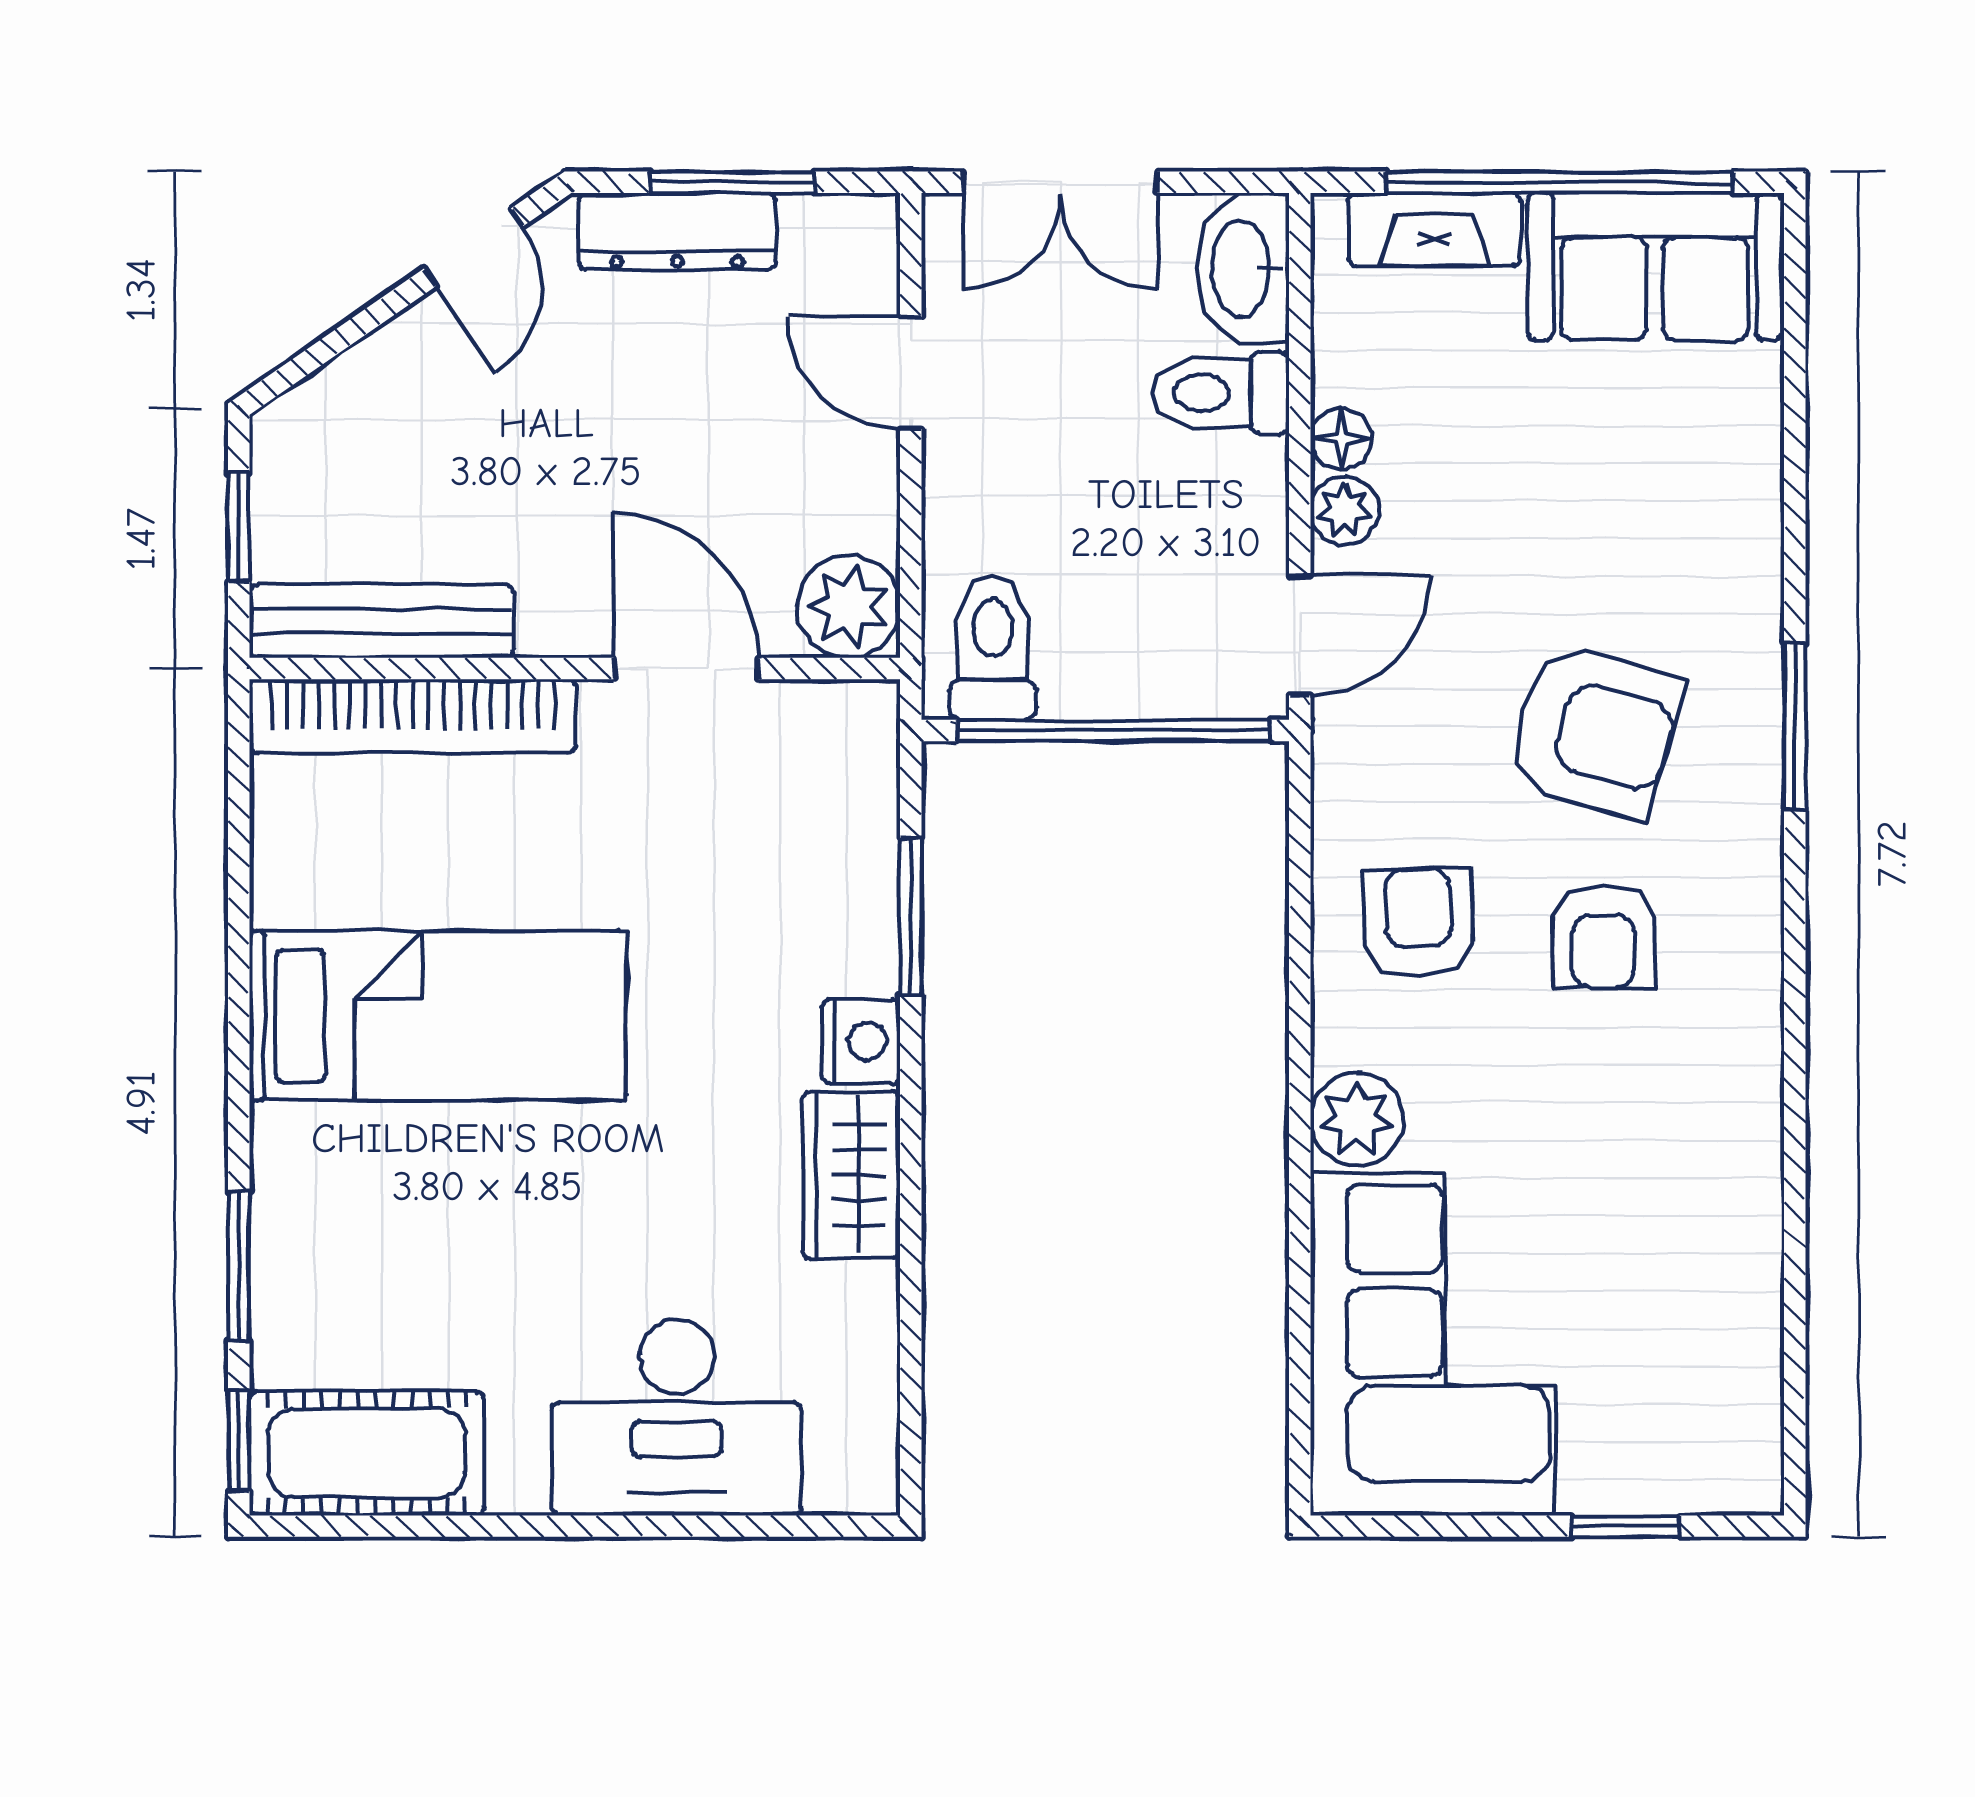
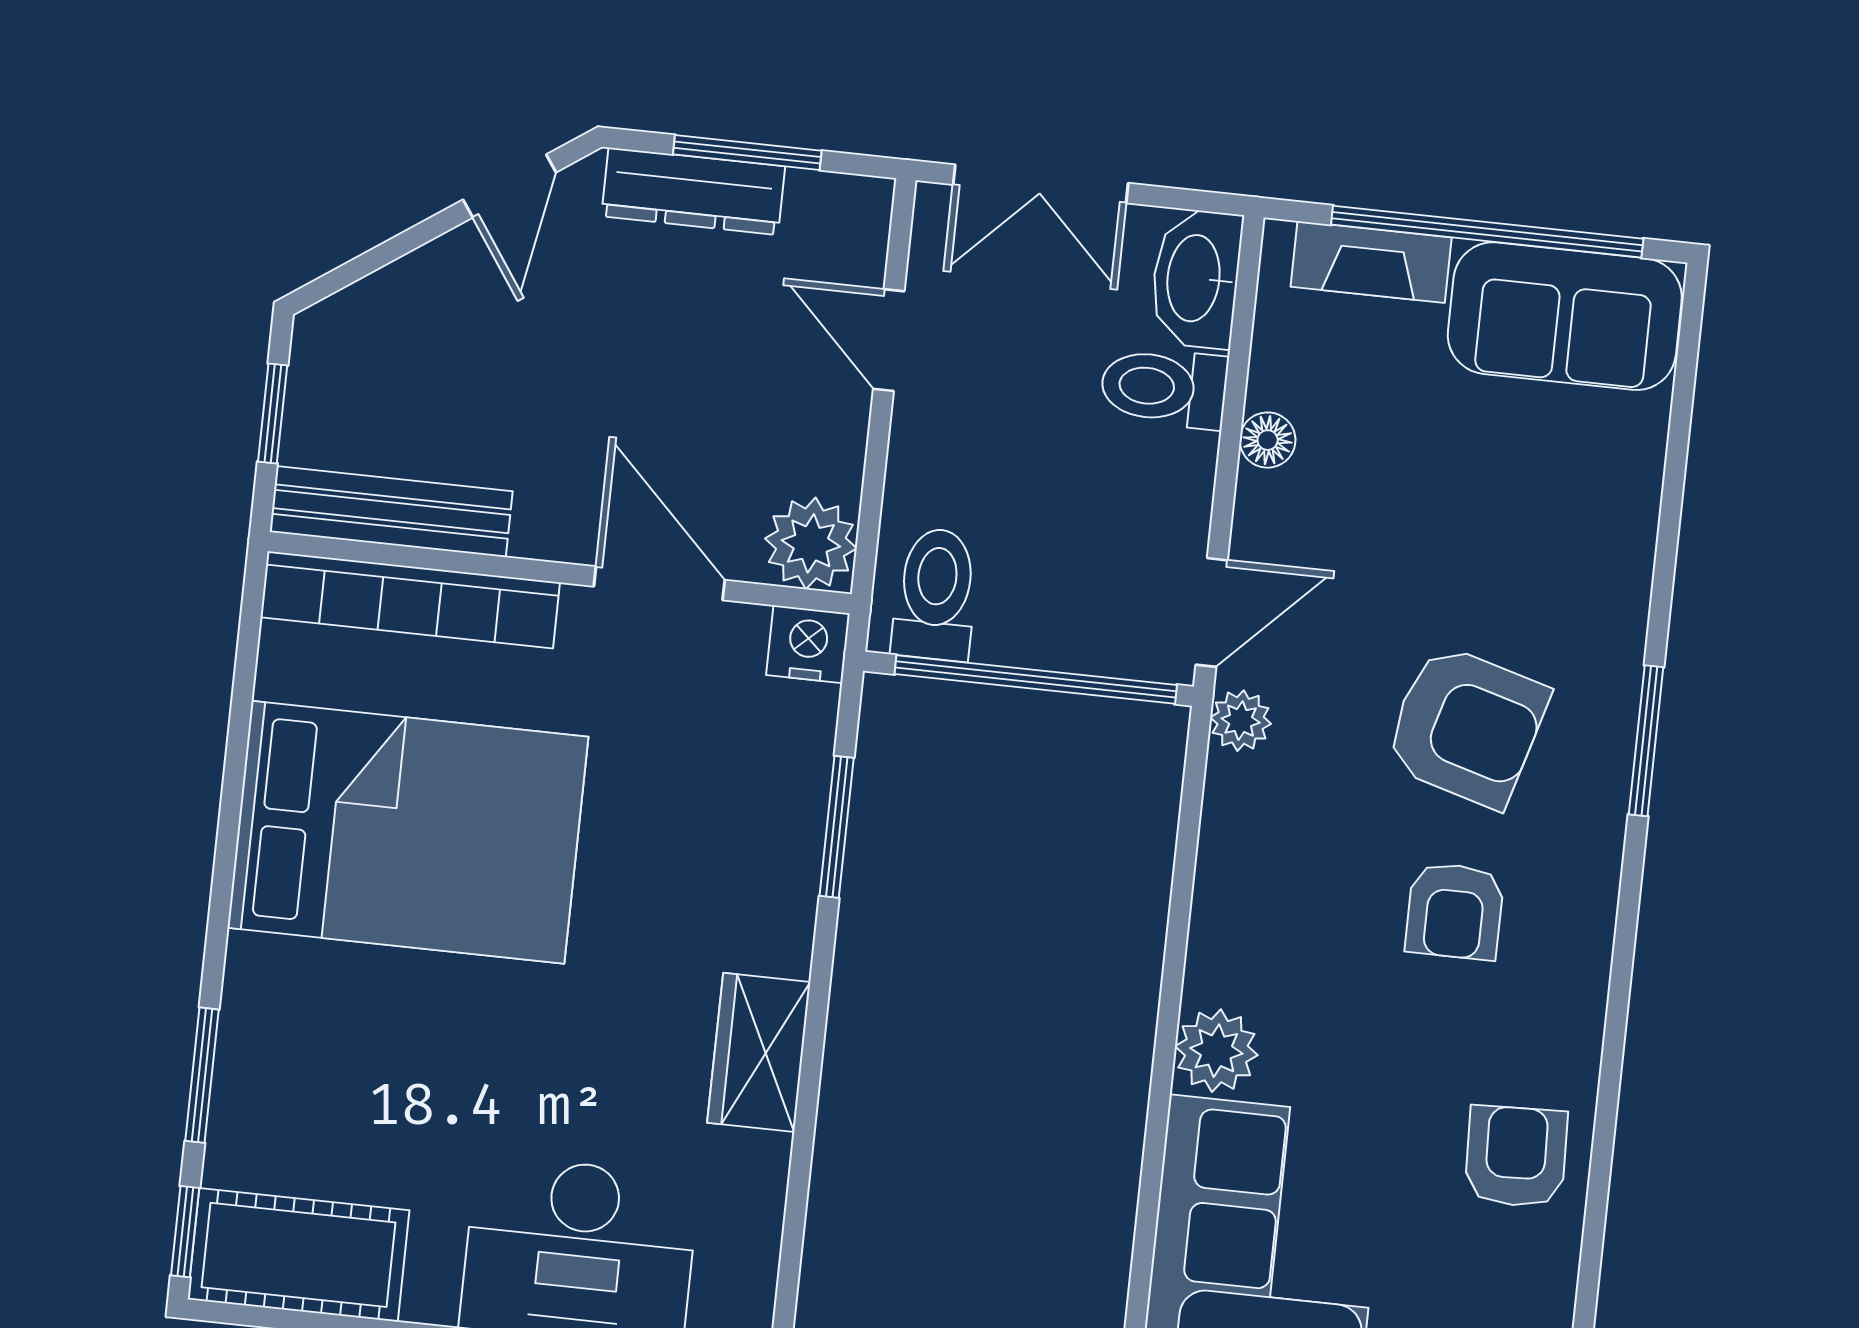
plant: (1344, 510) -> (1241, 721), moved
armchair: (1418, 923) -> (1516, 1157), moved
bed: (437, 1016) -> (408, 832), width x1.50
nightstand: (861, 1042) -> (808, 644), moved, turned -90

